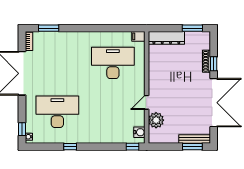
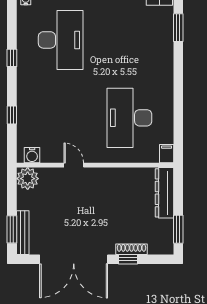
desk: (113, 63) -> (129, 118), turned 180
plant: (156, 120) -> (28, 179), moved
window: (133, 147) -> (12, 115), moved

